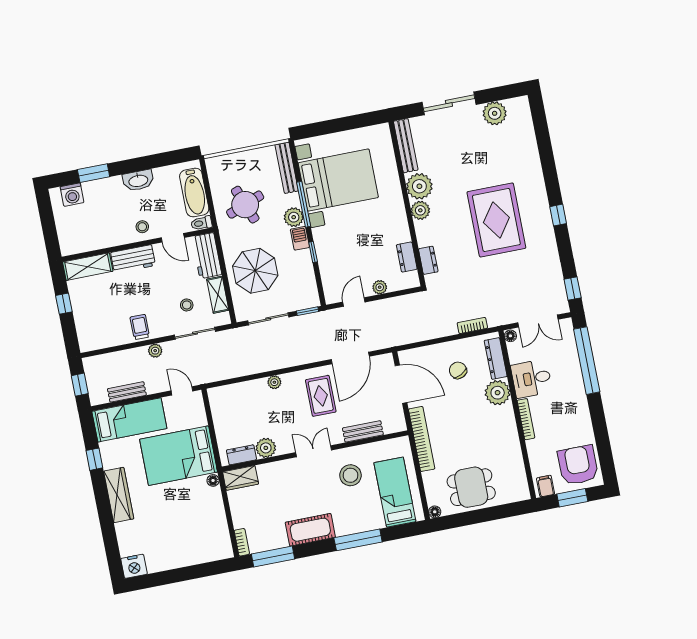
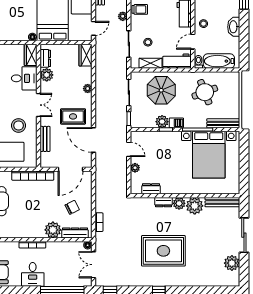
plant: (294, 217) -> (162, 122), moved
dresser: (428, 260) -> (164, 202), moved
desk: (532, 379) -> (33, 274), moved, turned 180
wardrobe: (225, 395) -> (86, 55), added
desk: (278, 481) -> (24, 78), added

